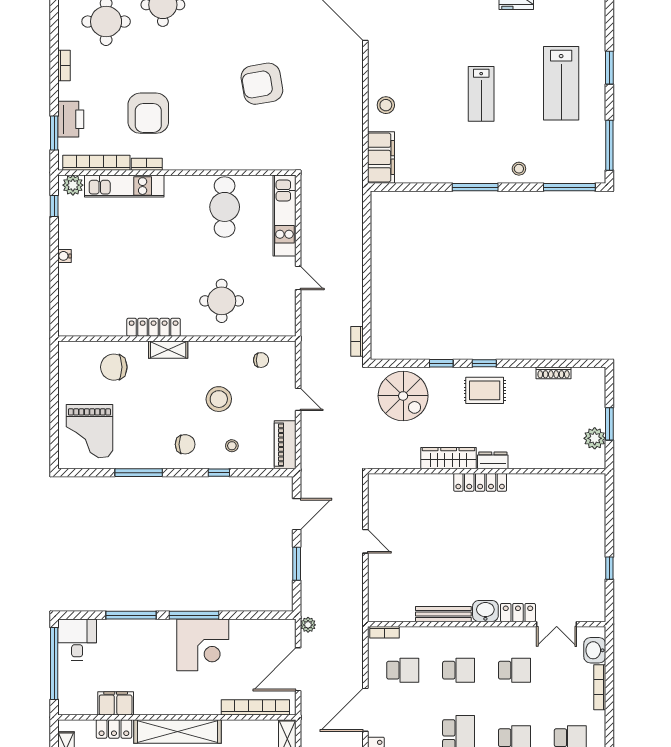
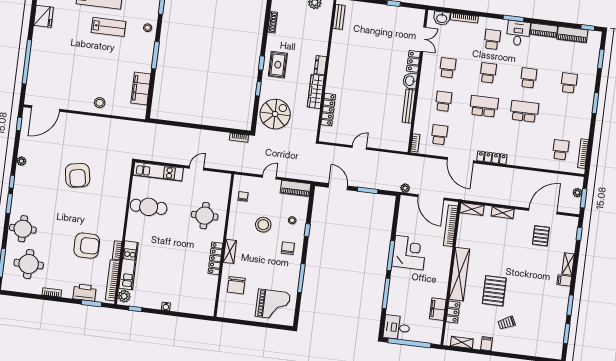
lab bench: (481, 94) -> (108, 27), moved
filing cabinet: (381, 157) -> (141, 88), moved, turned -90
bench: (576, 481) -> (339, 17), added
locker: (480, 482) -> (328, 110), moved

